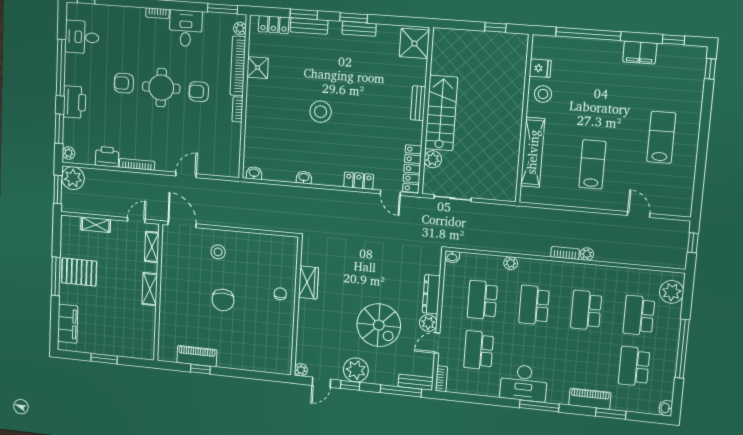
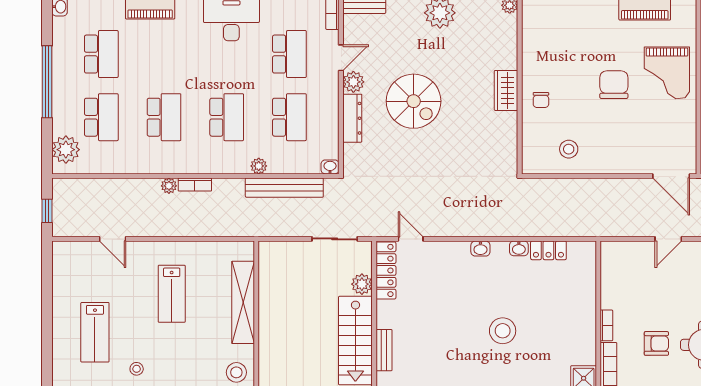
stool: (628, 104) -> (137, 369), added
washbasin: (254, 173) -> (480, 249), moved
locker: (359, 181) -> (548, 250), moved
bench: (491, 244) -> (284, 188), added
stool: (218, 252) -> (569, 149), moved
wardrobe: (308, 283) -> (506, 90), moved
grand piano: (182, 305) -> (667, 73), added
spiral stairs: (379, 325) -> (414, 101), moved, turned 180

